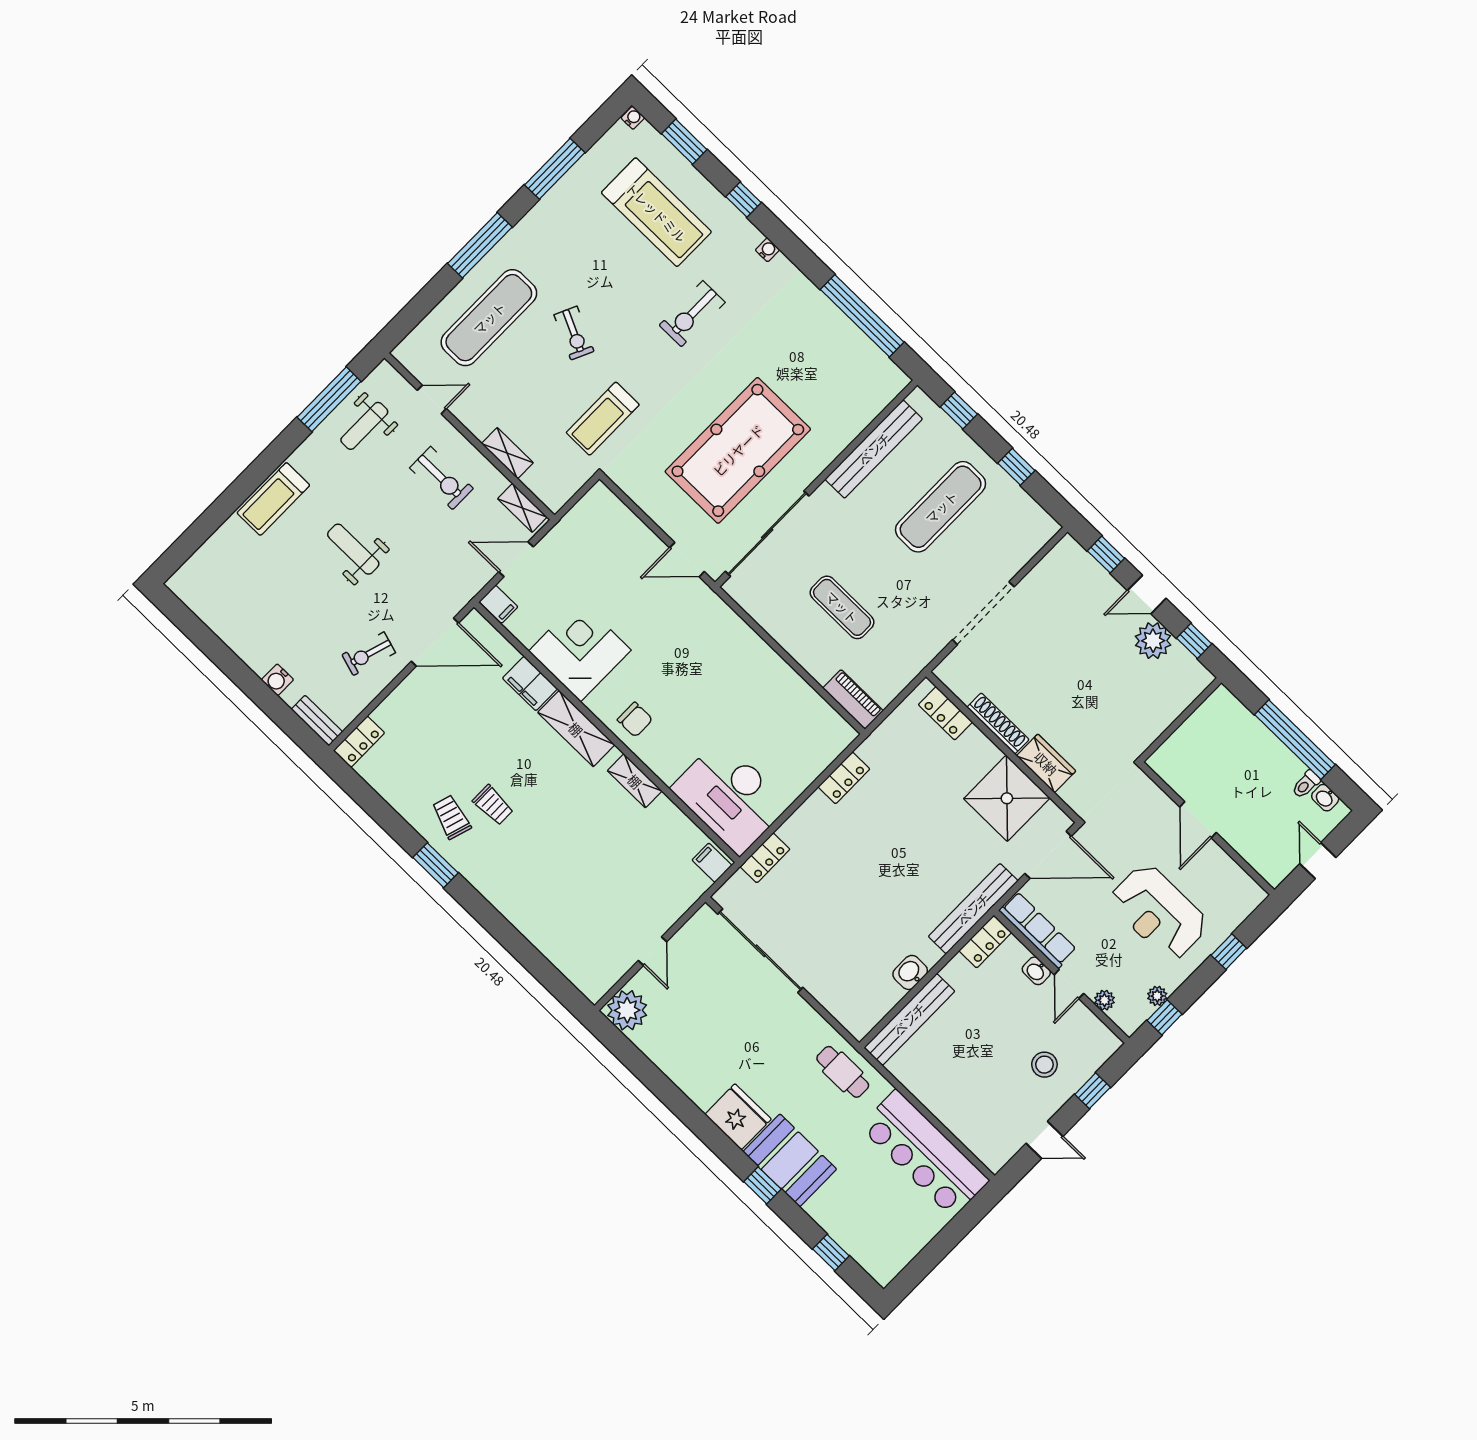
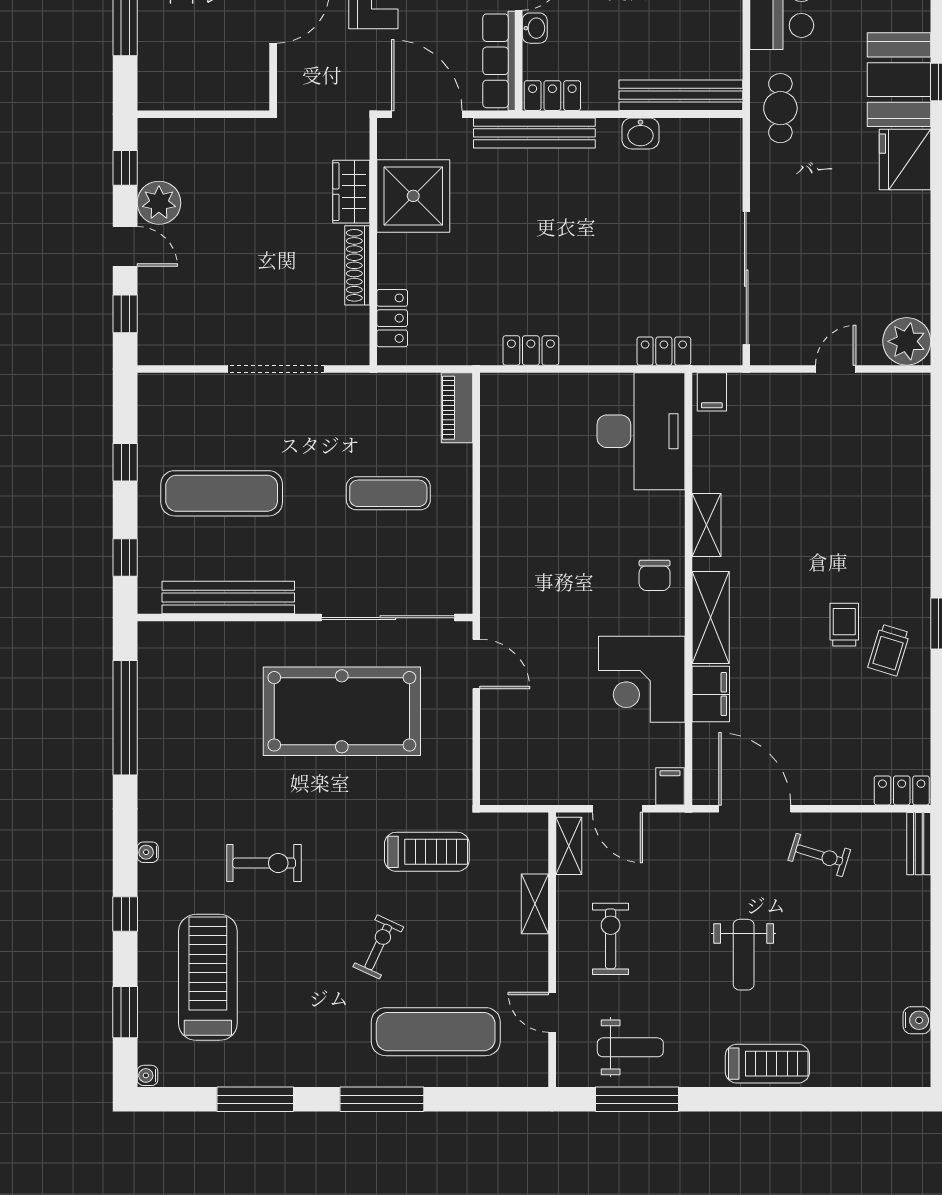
exercise mat: (842, 607) -> (388, 493), turned 90
water cooler: (277, 680) -> (917, 1020), moved
chair: (635, 720) -> (655, 575), turned 180

